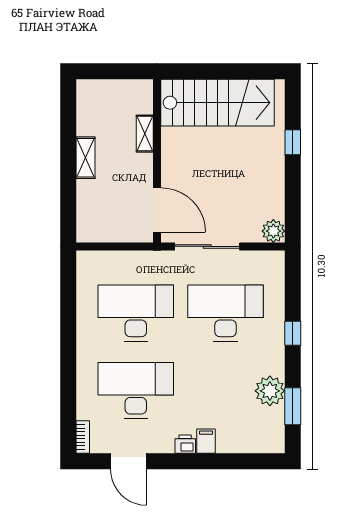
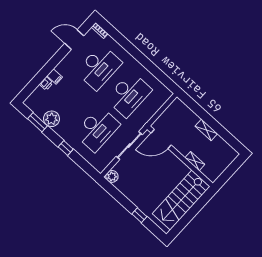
printer: (185, 444) -> (46, 83), moved

